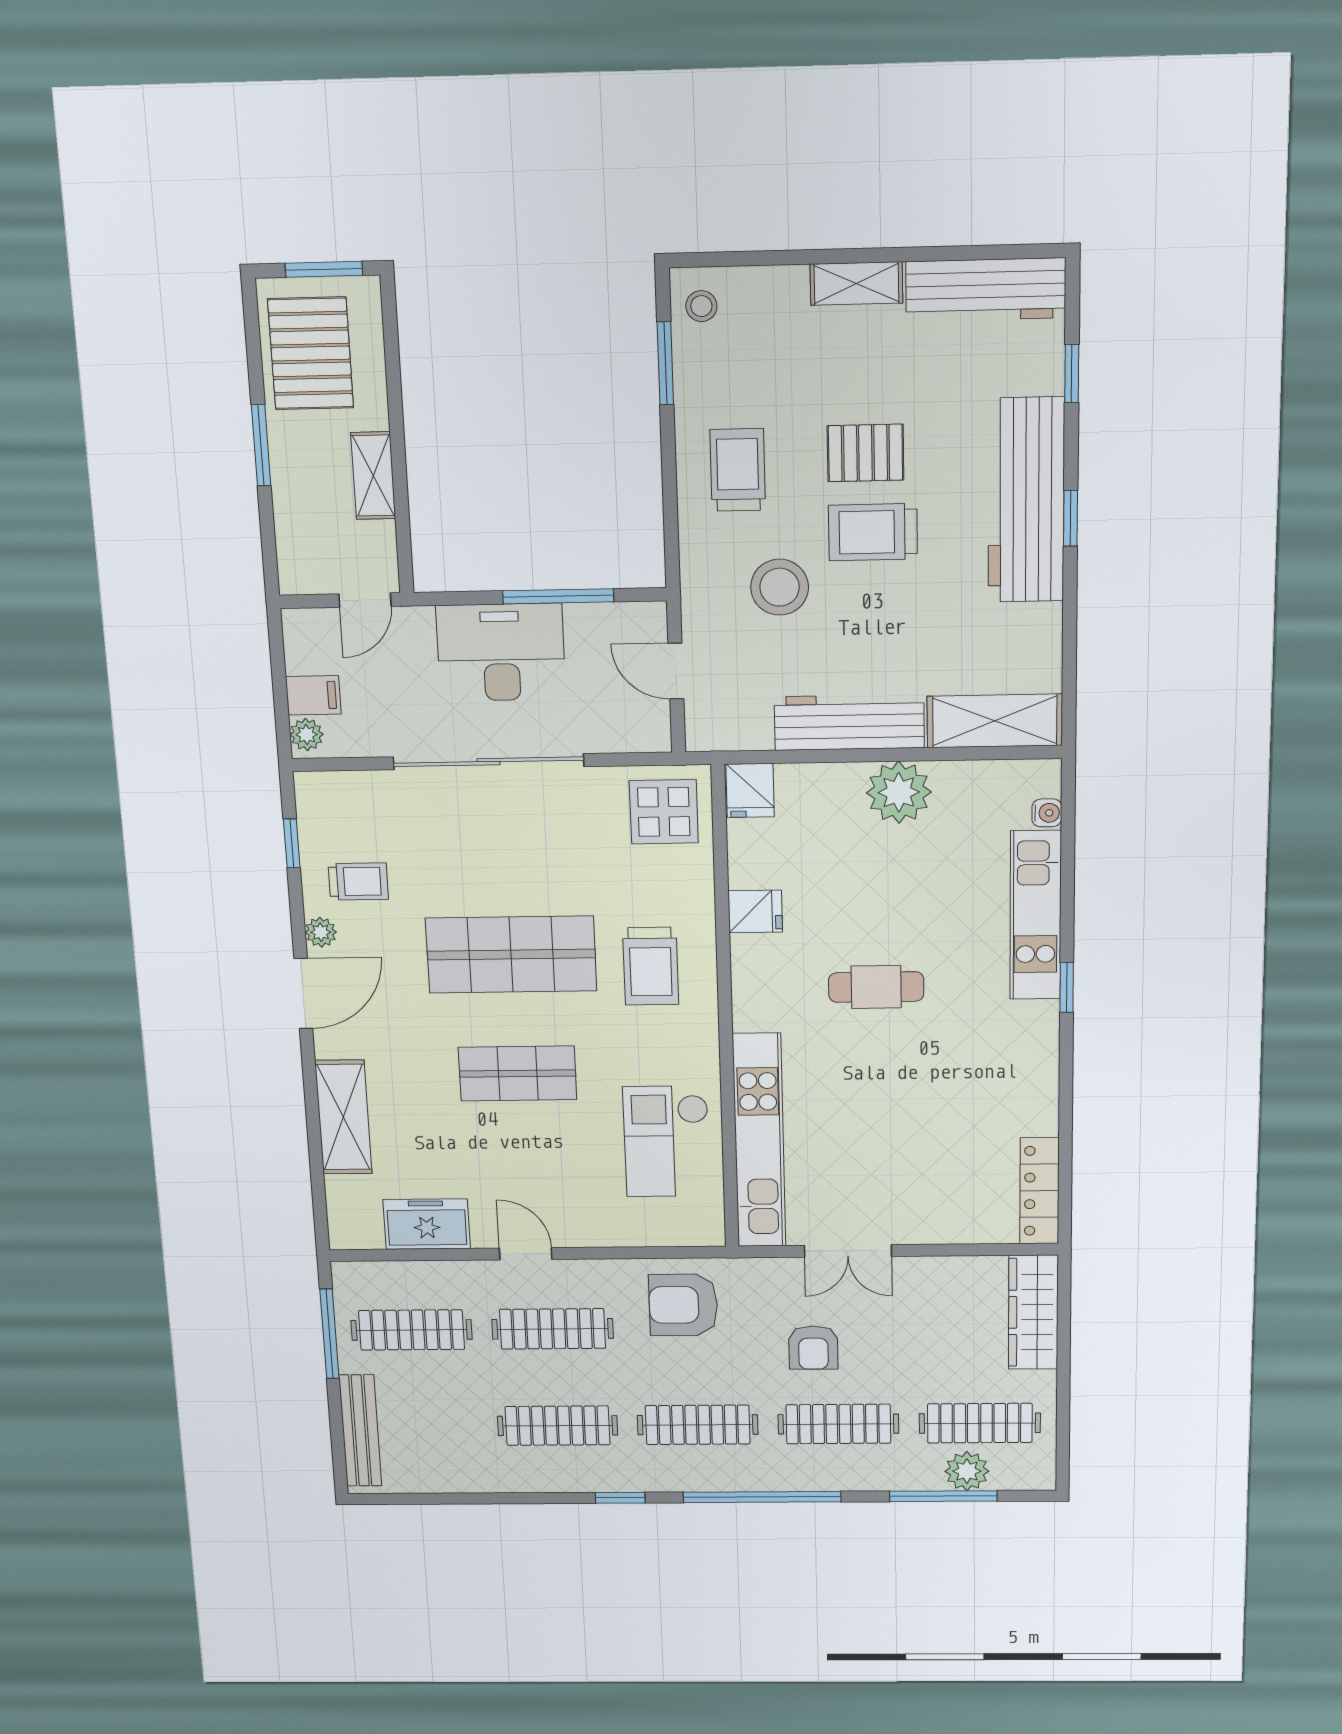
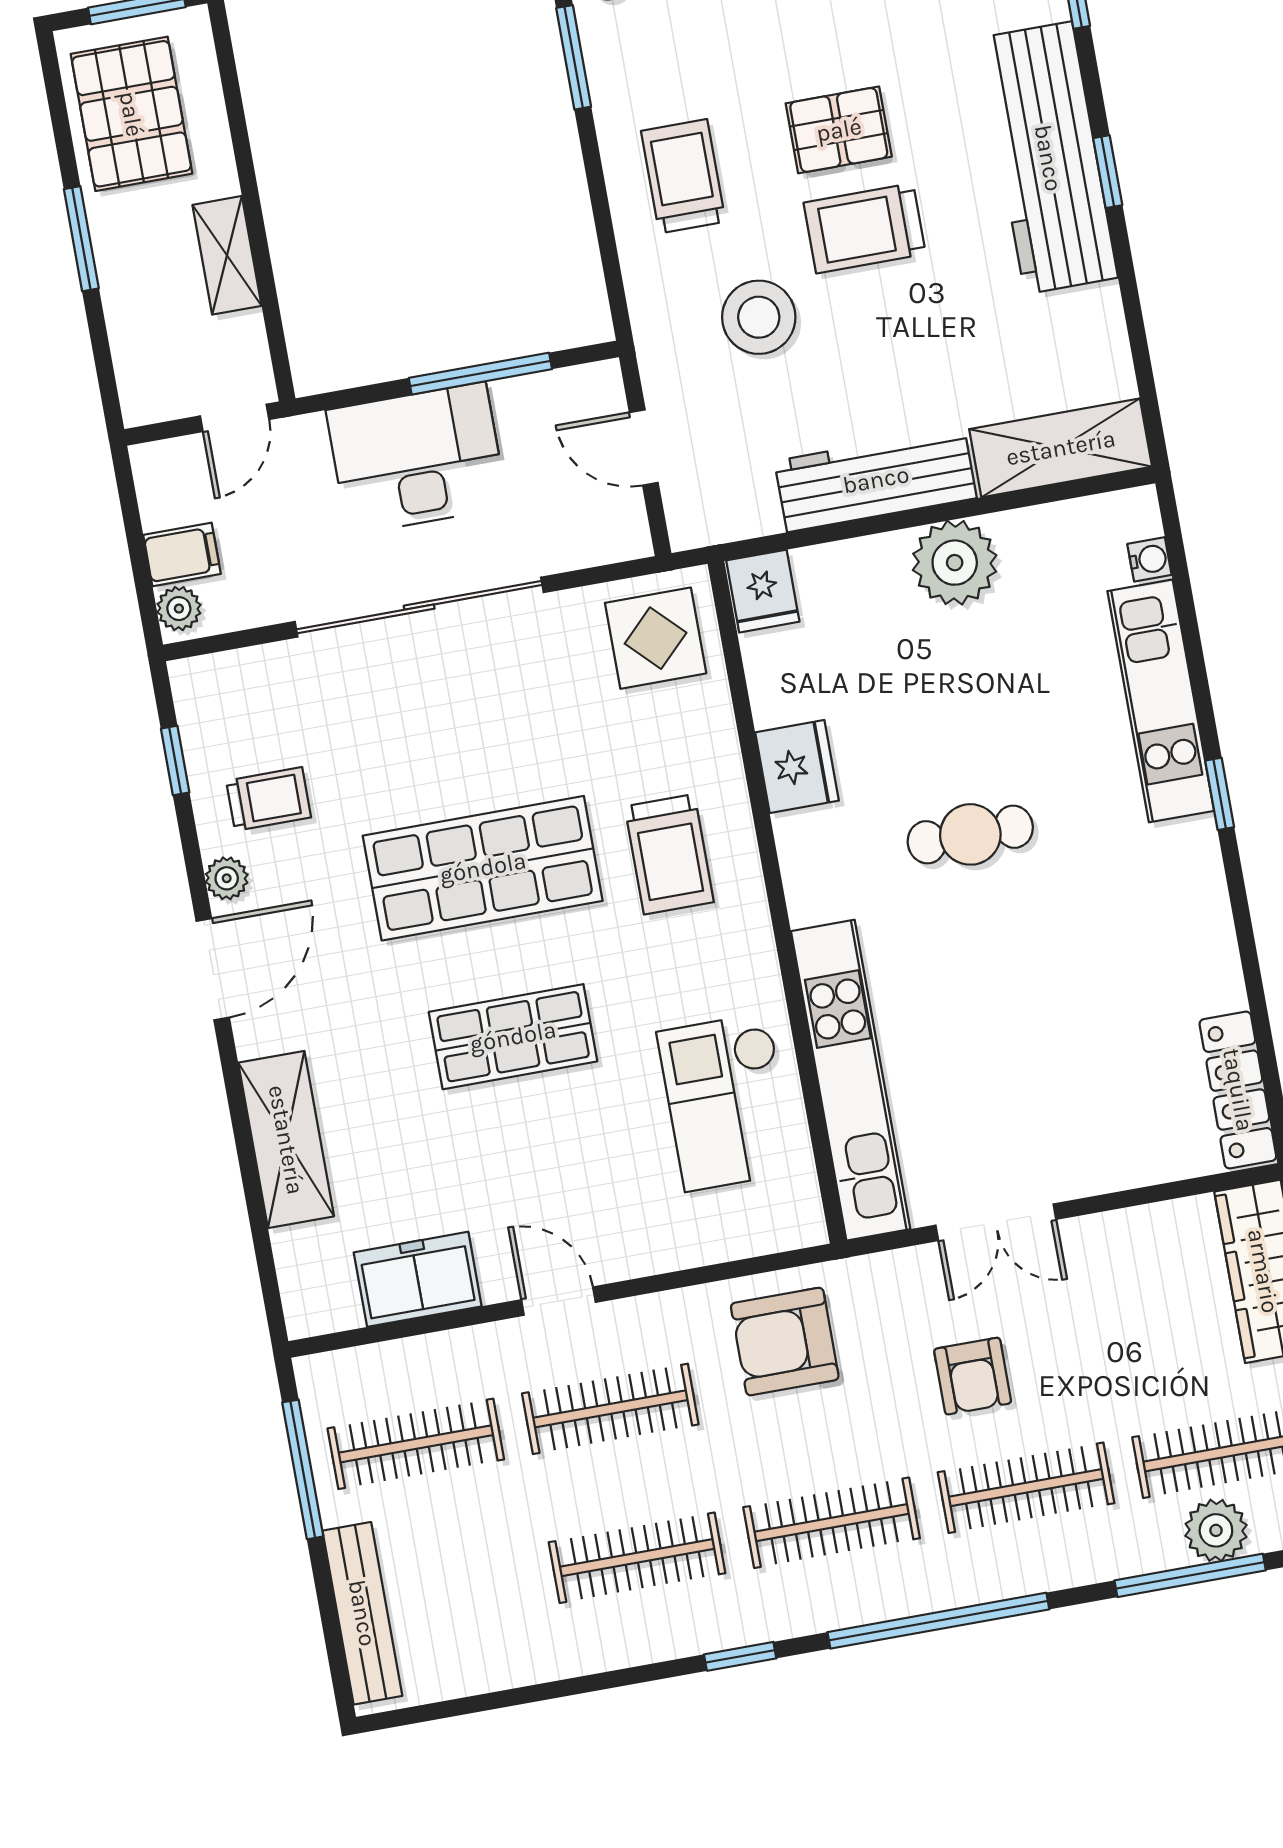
fridge: (755, 911) -> (797, 767), width x1.38

